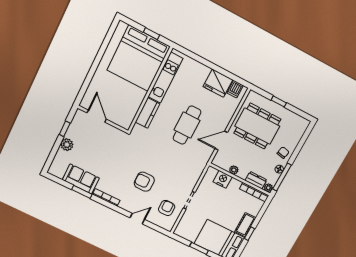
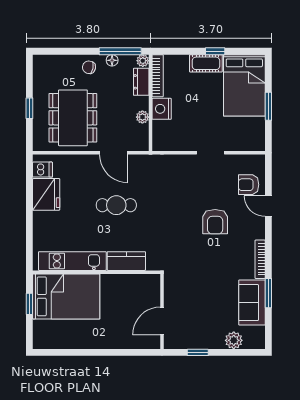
bed: (139, 58) -> (66, 296), width x0.73
cafe table: (187, 125) -> (116, 205), width x0.73, depth x0.74
plant: (67, 145) -> (234, 340), moved
nightstand: (223, 179) -> (162, 109), moved
armchair: (167, 208) -> (249, 185), moved

